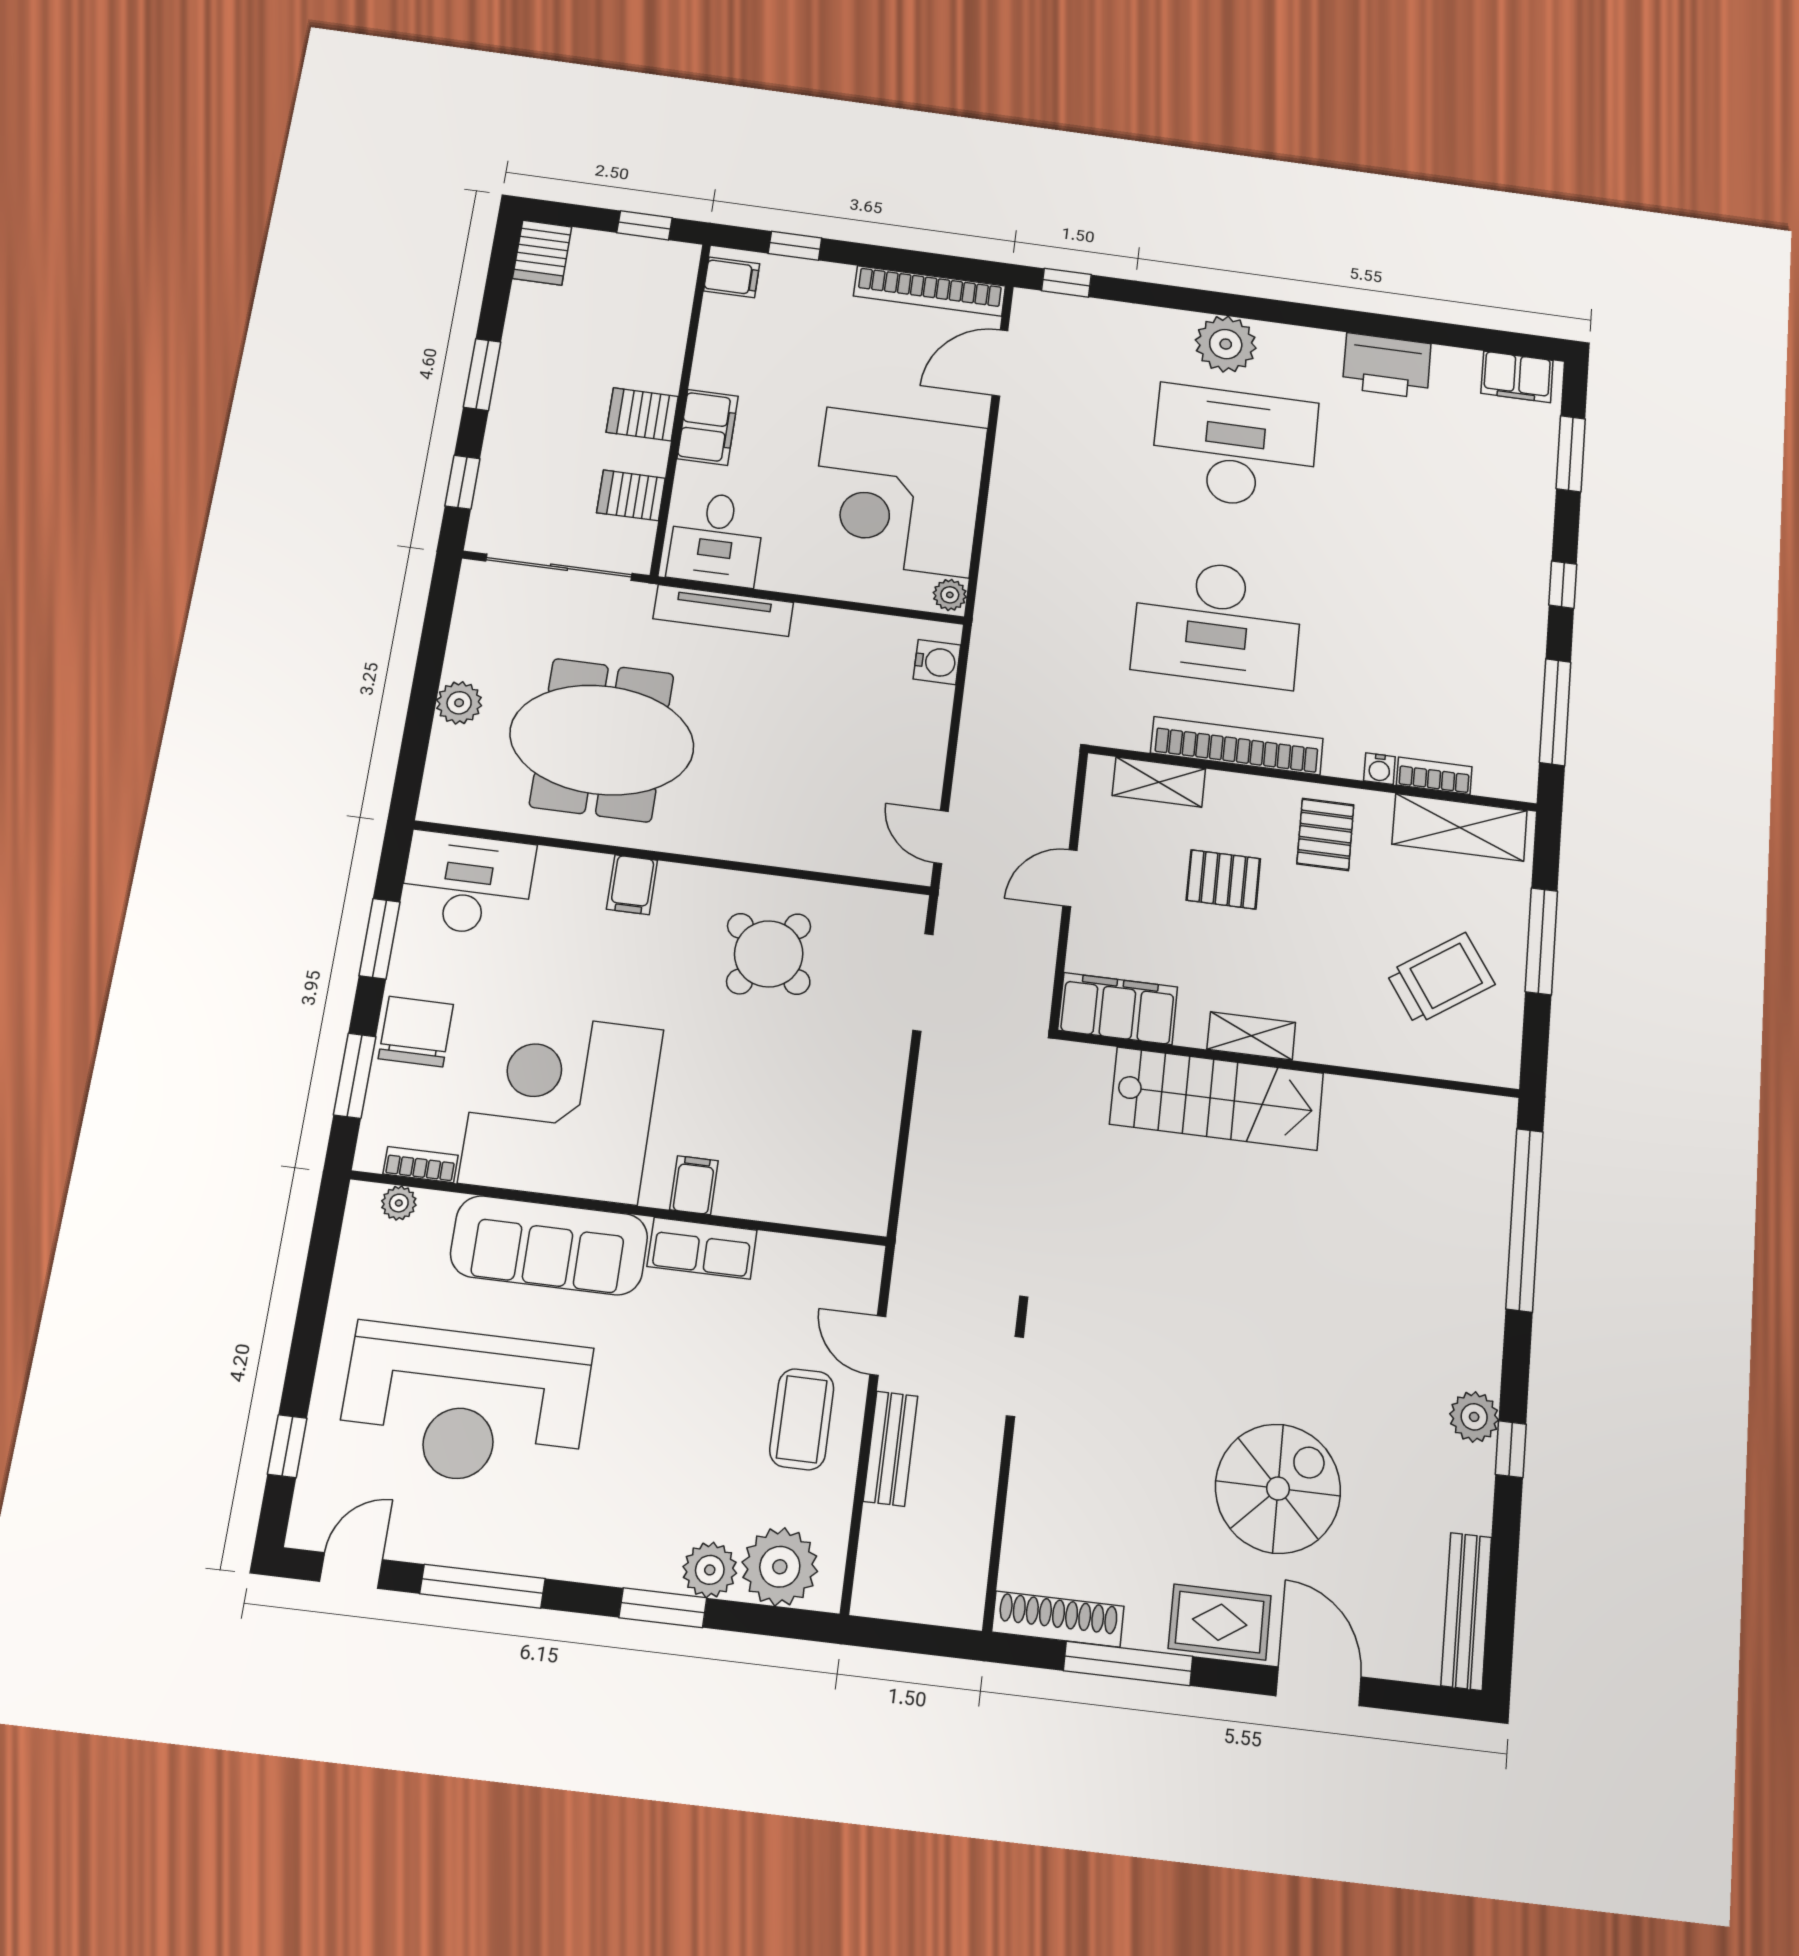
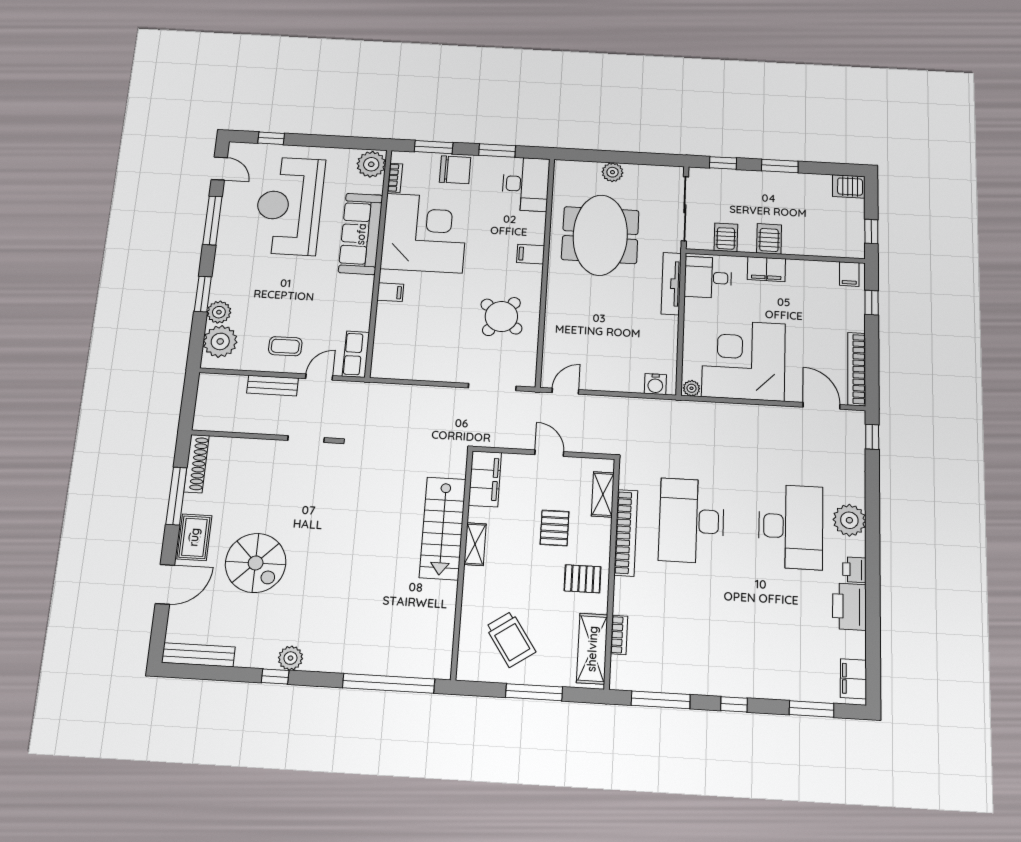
printer: (1319, 348) -> (854, 570), added
water cooler: (1379, 769) -> (620, 606), removed
plant: (399, 1203) -> (371, 164), width x1.87, depth x1.87
row of seats: (702, 1248) -> (356, 354), moved
coffee table: (802, 1419) -> (285, 346), width x0.73, depth x0.77

